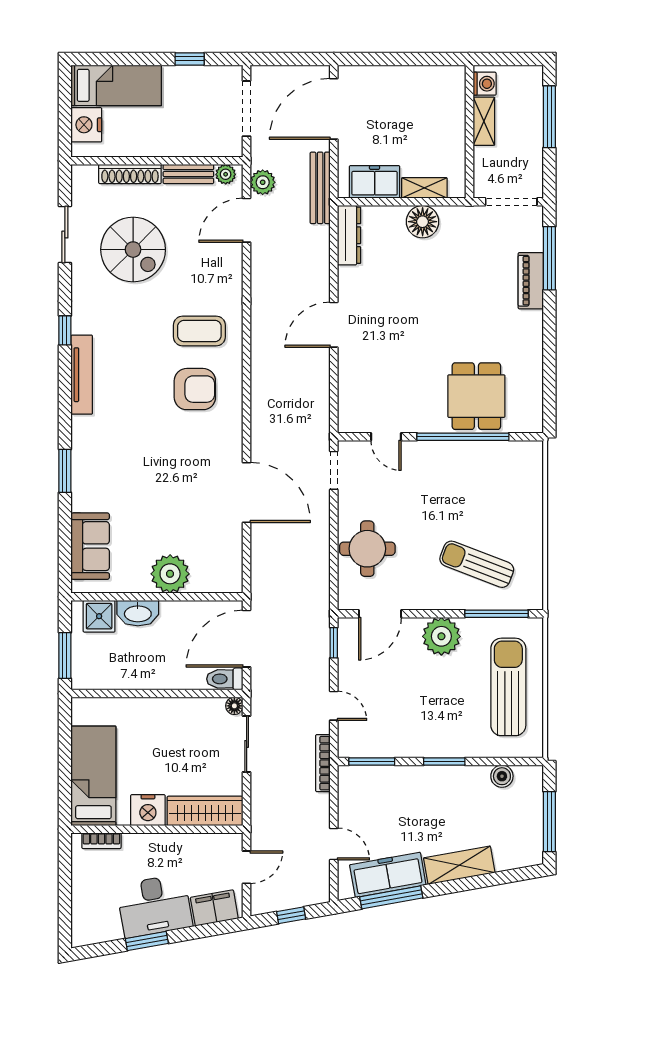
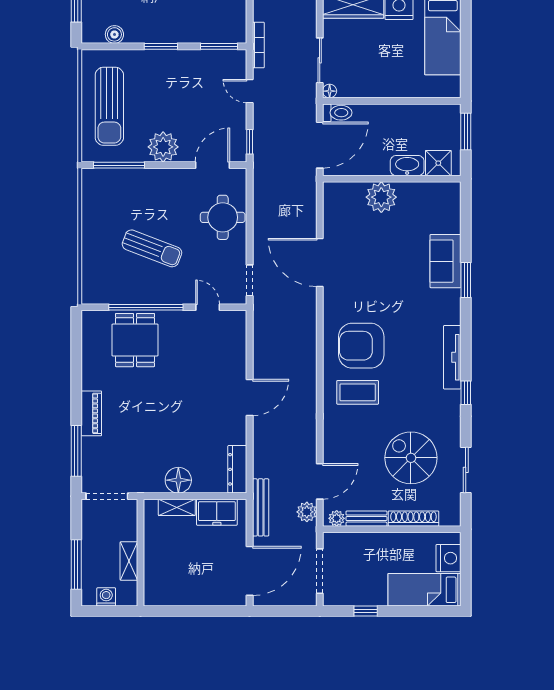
washing machine: (485, 84) -> (106, 597), moved, turned 90
piano: (531, 281) -> (91, 413), moved
armchair: (195, 389) -> (361, 346), width x1.36, depth x1.36
sofa: (90, 546) -> (445, 261), moved
sun lounger: (477, 564) -> (152, 248), moved

